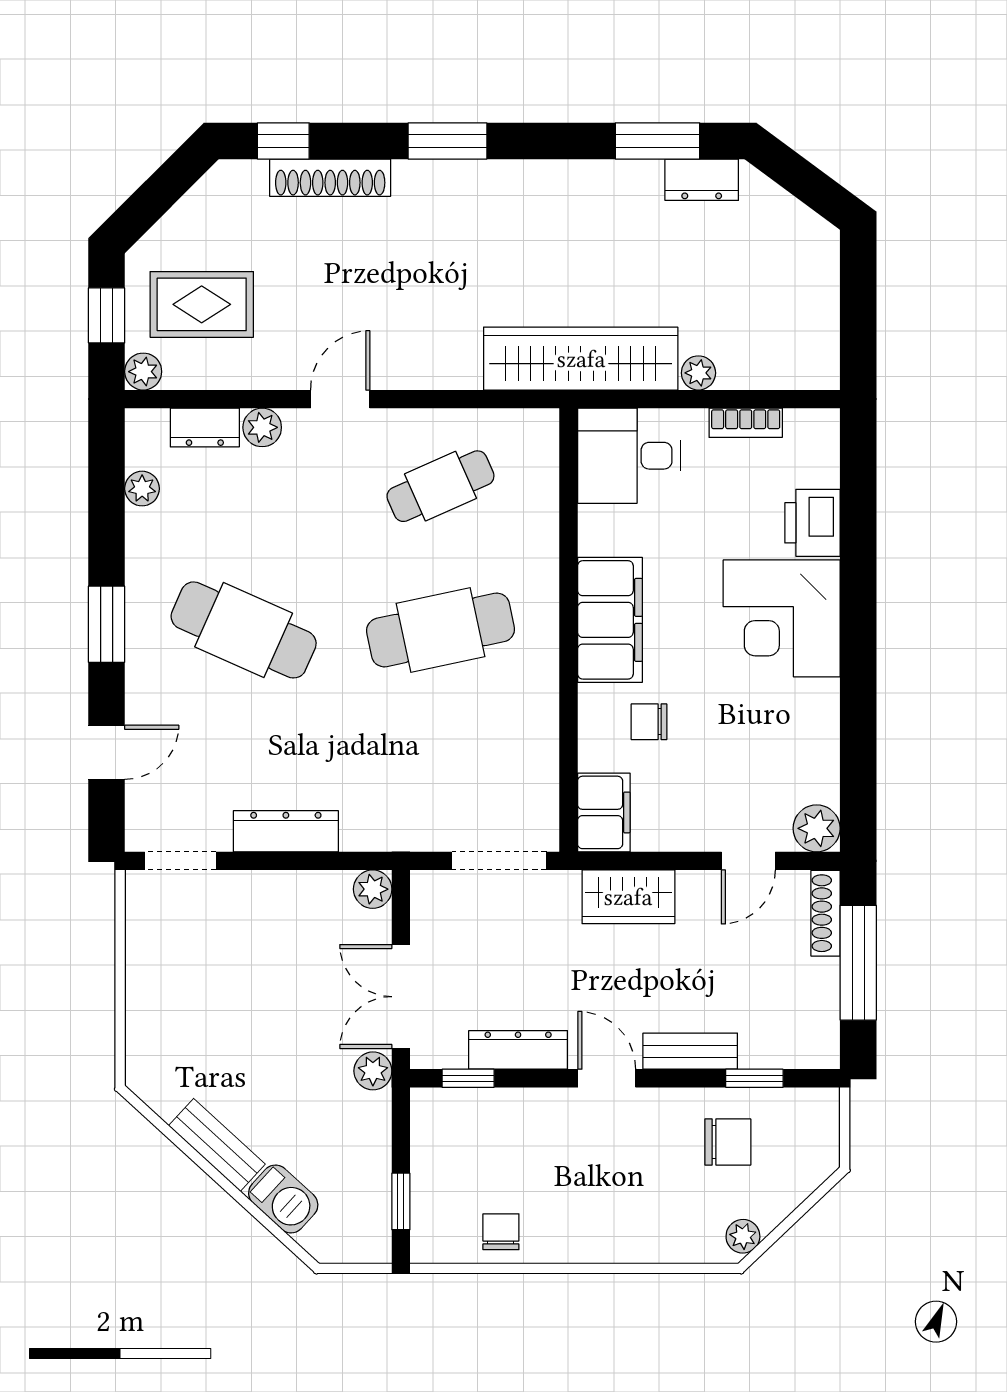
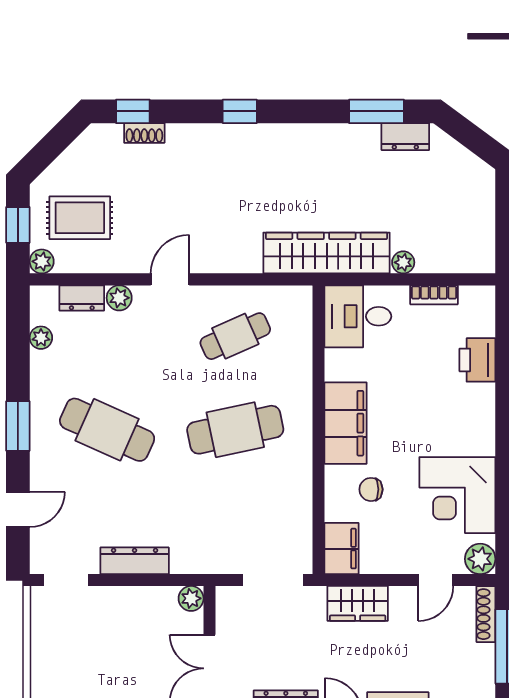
window: (447, 141) -> (240, 111), width x0.67
shoe rack: (330, 178) -> (144, 133), width x0.51, depth x0.81
corner desk: (782, 618) -> (457, 495), moved

